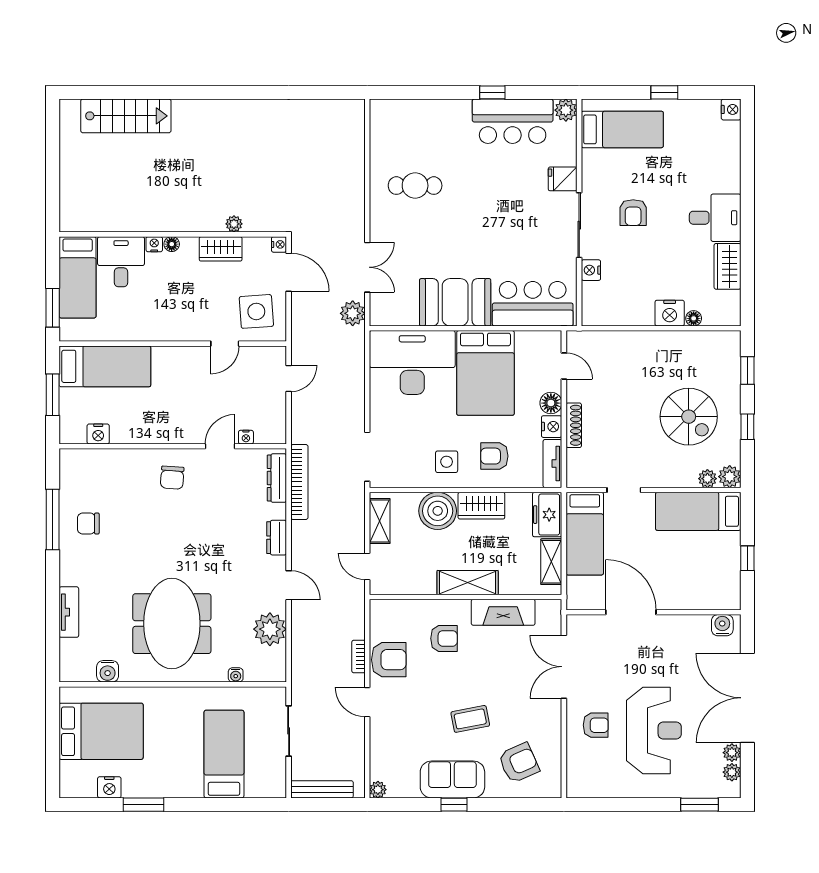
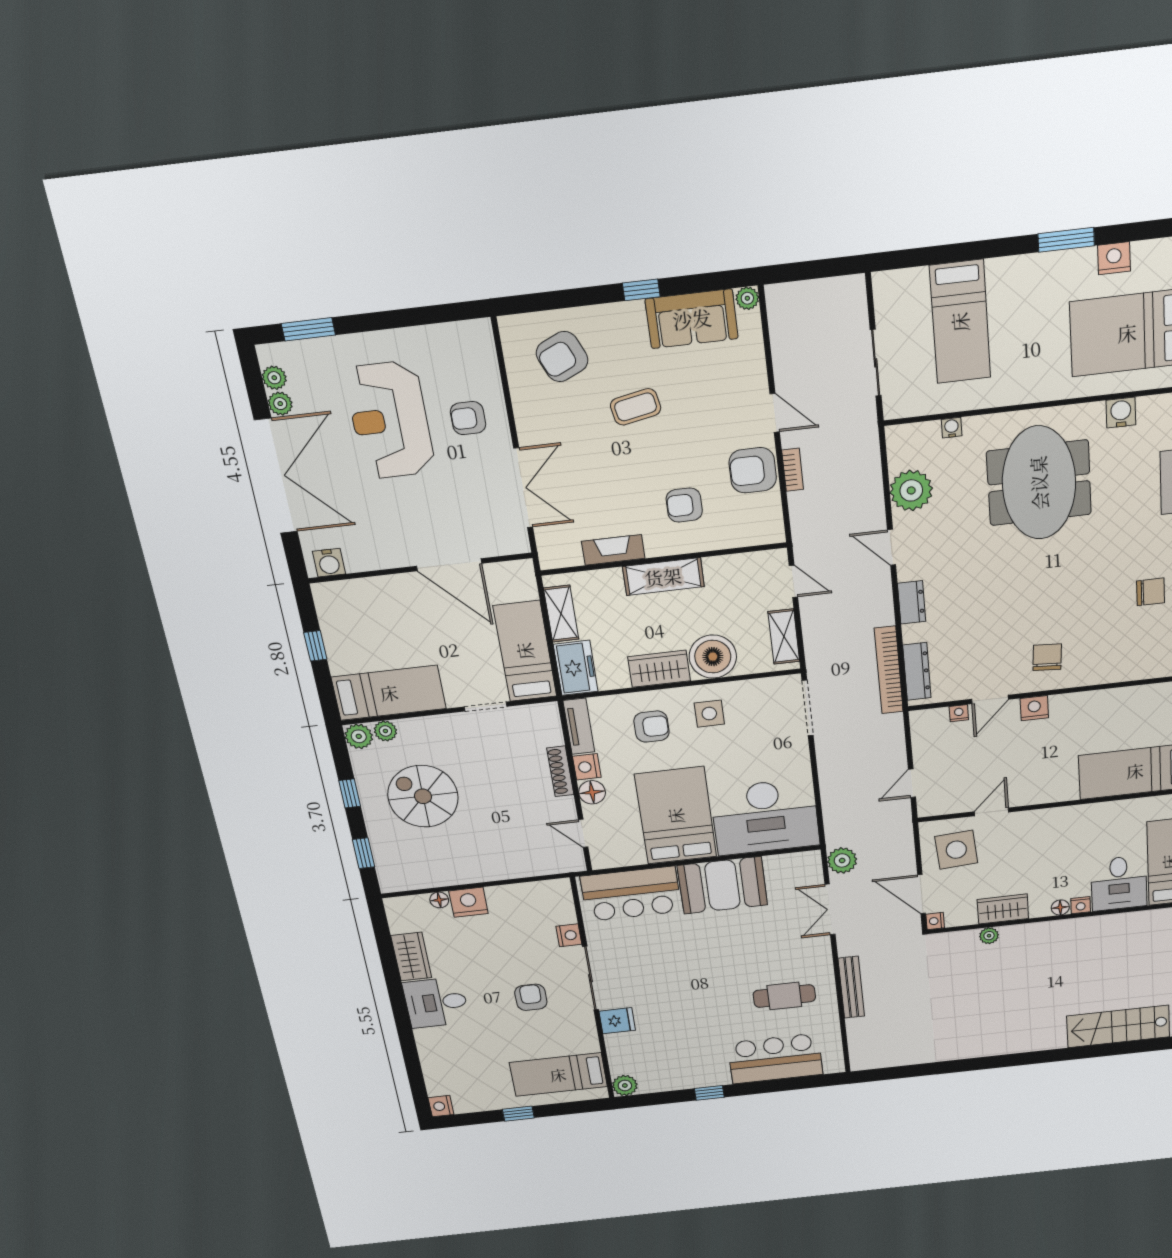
bar counter: (513, 121) -> (775, 1059), moved
nightstand: (98, 434) -> (1034, 708), moved
fireplace: (503, 612) -> (613, 550), width x0.73, depth x0.76
sofa: (452, 779) -> (692, 319), moved
bench: (322, 789) -> (851, 987), moved, turned 90

